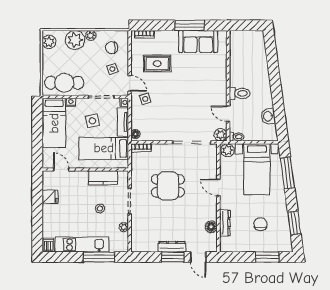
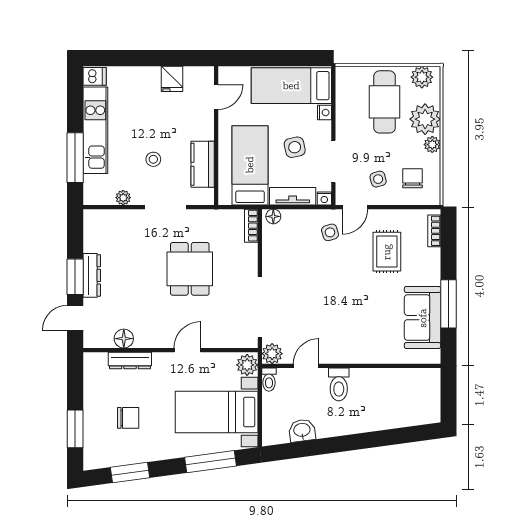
cafe table: (64, 83) -> (385, 102), moved

